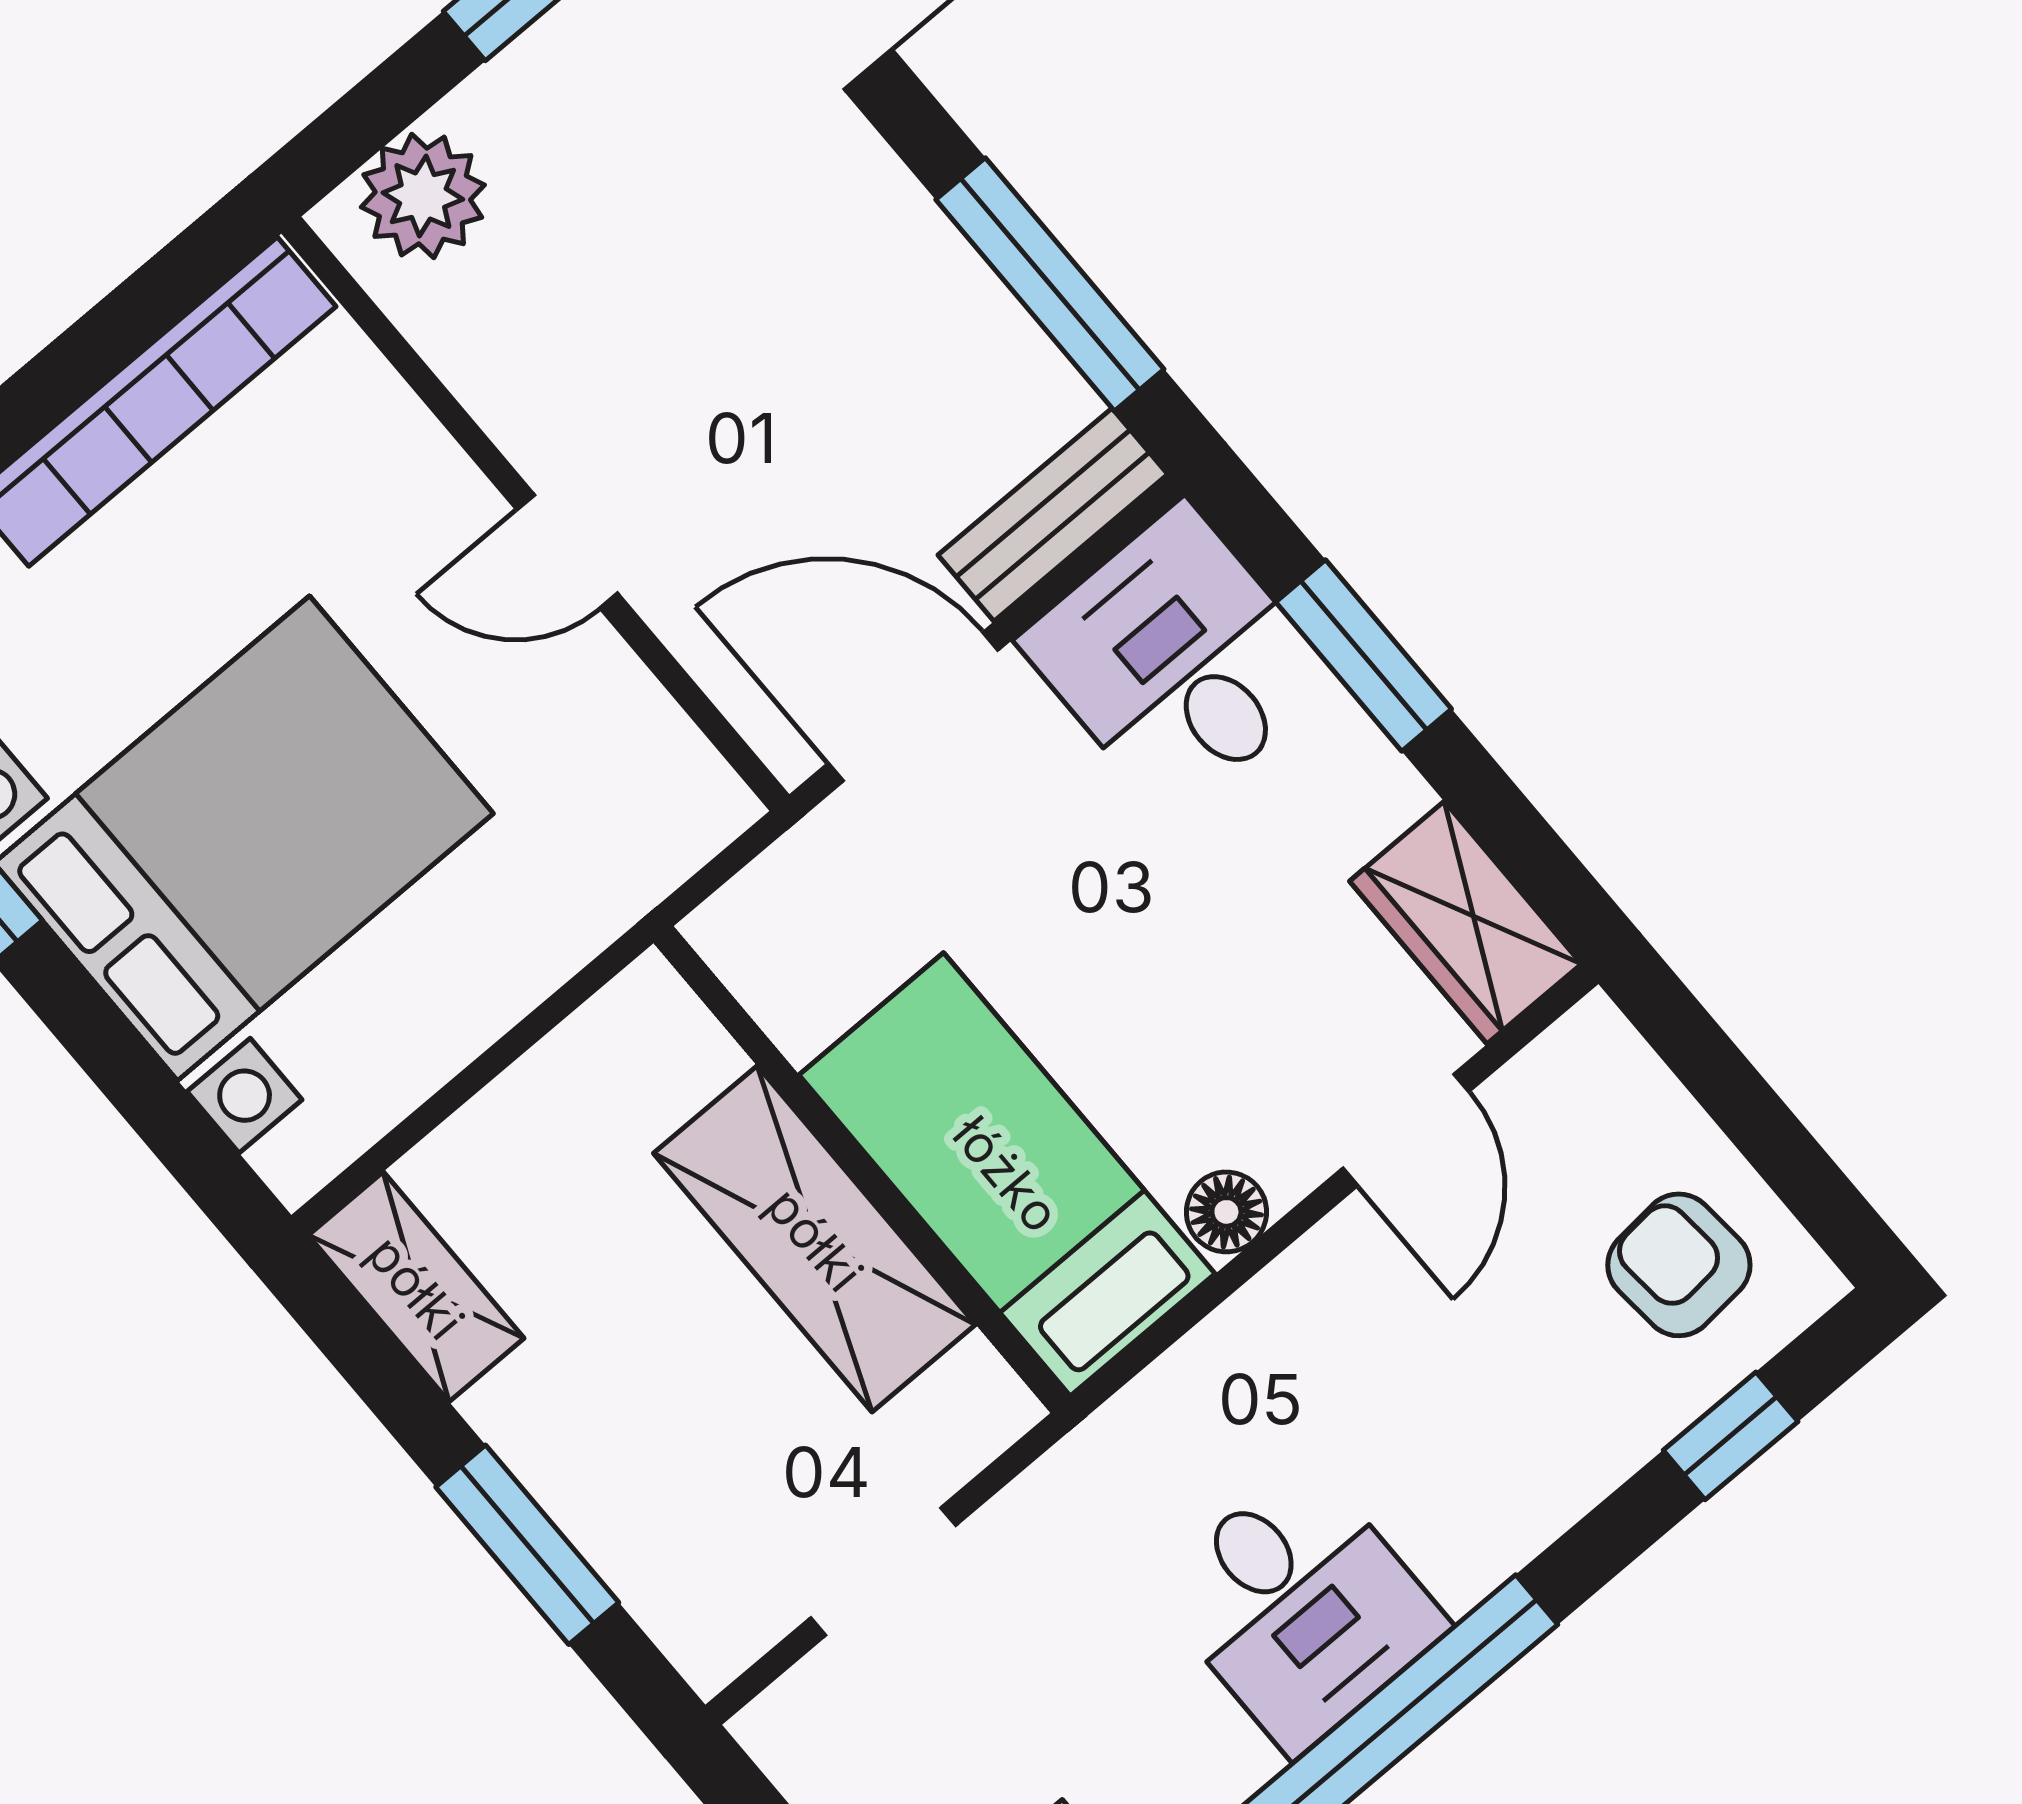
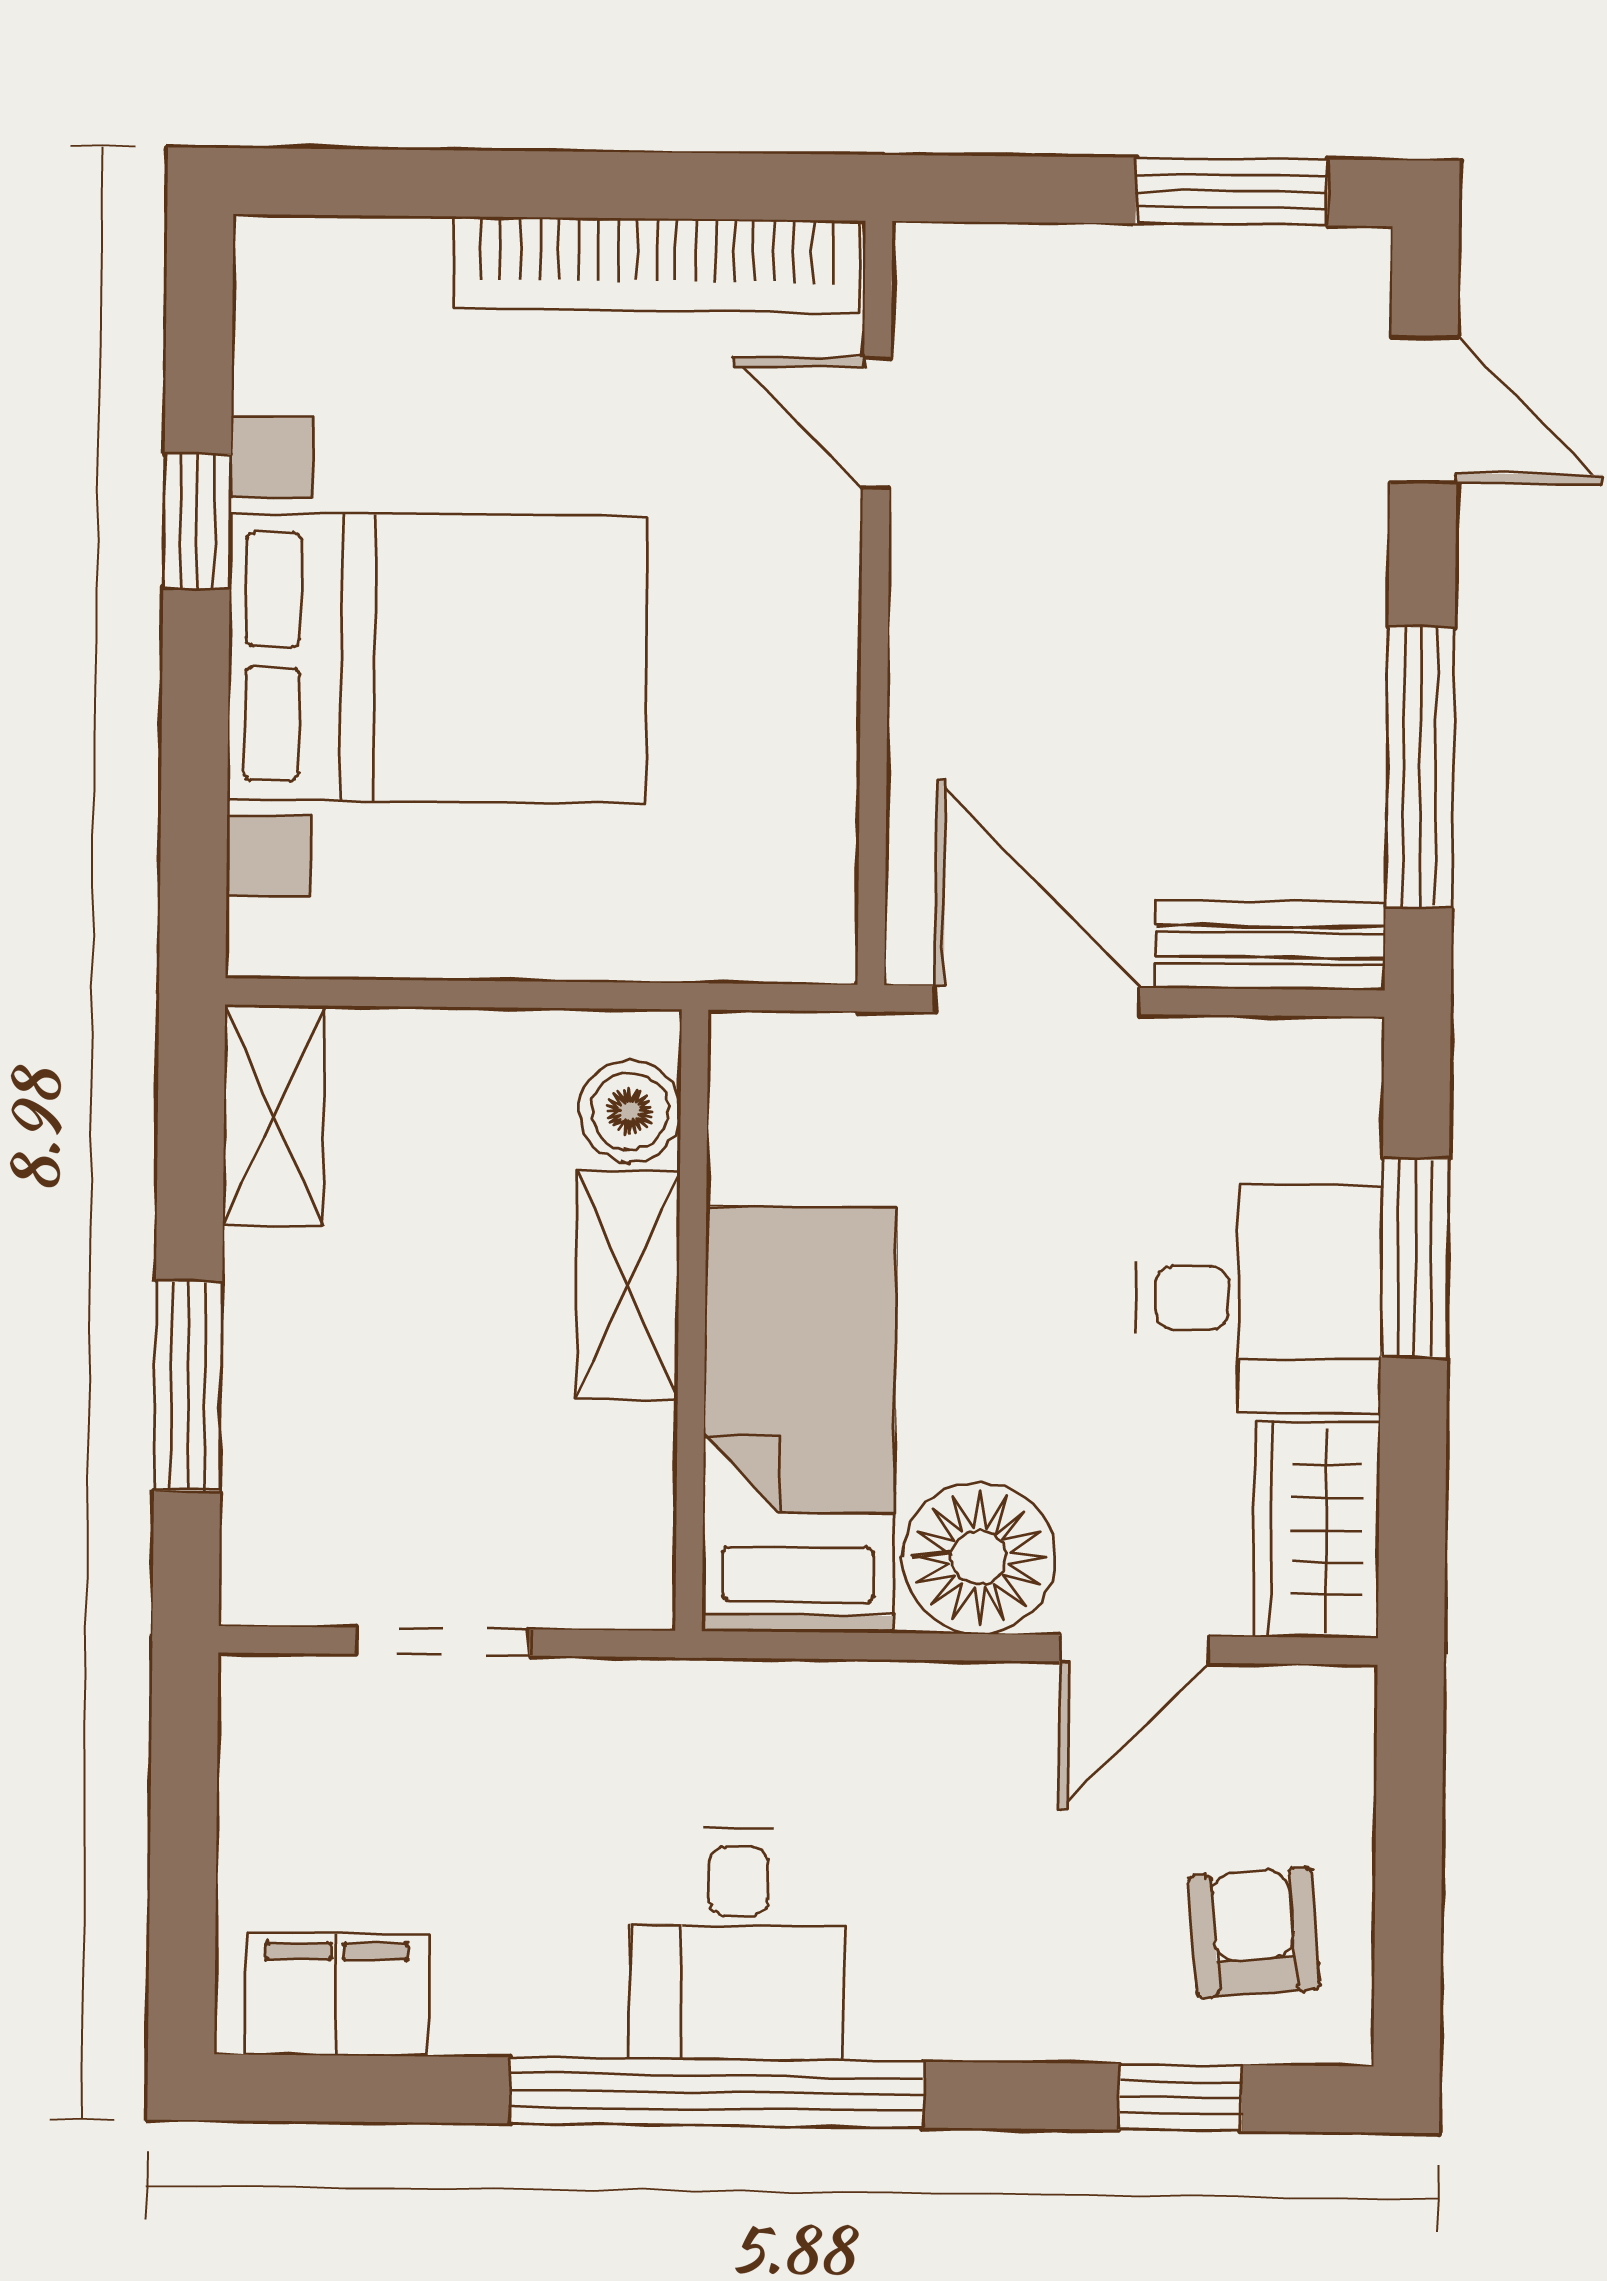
plant: (423, 196) -> (999, 285), removed
door: (567, 552) -> (877, 423), moved
desk: (1177, 660) -> (1258, 1298), moved, turned 90
boiler: (680, 1053) -> (630, 1111), added
floor lamp: (1226, 1212) -> (979, 1558), width x1.89, depth x1.89
shelving: (815, 1239) -> (628, 1285), width x0.67, depth x0.75

